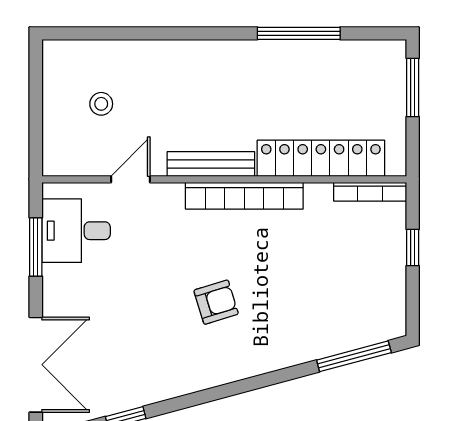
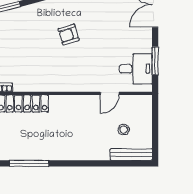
bench: (211, 164) -> (131, 155), moved
bookcase: (244, 196) -> (55, 86), removed

